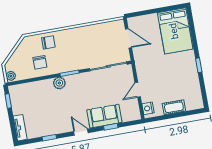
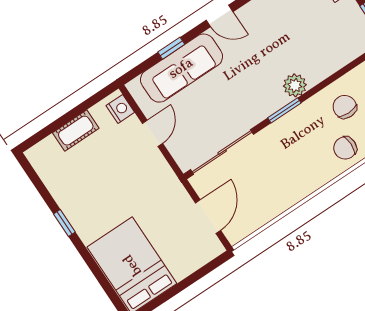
door: (128, 38) -> (208, 217), swing flipped
sofa: (104, 116) -> (181, 68), width x1.36

